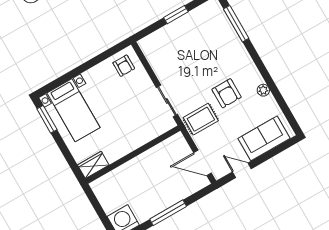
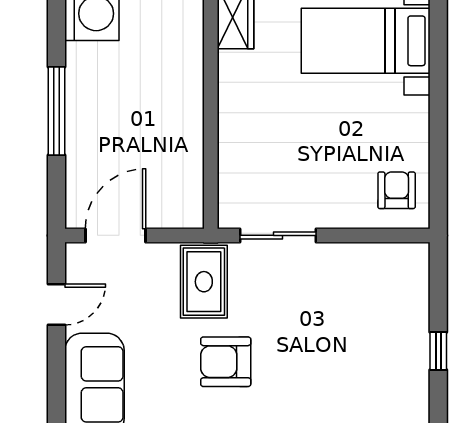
window: (176, 15) -> (438, 351), width x0.67
armchair: (124, 66) -> (397, 190), turned 90

